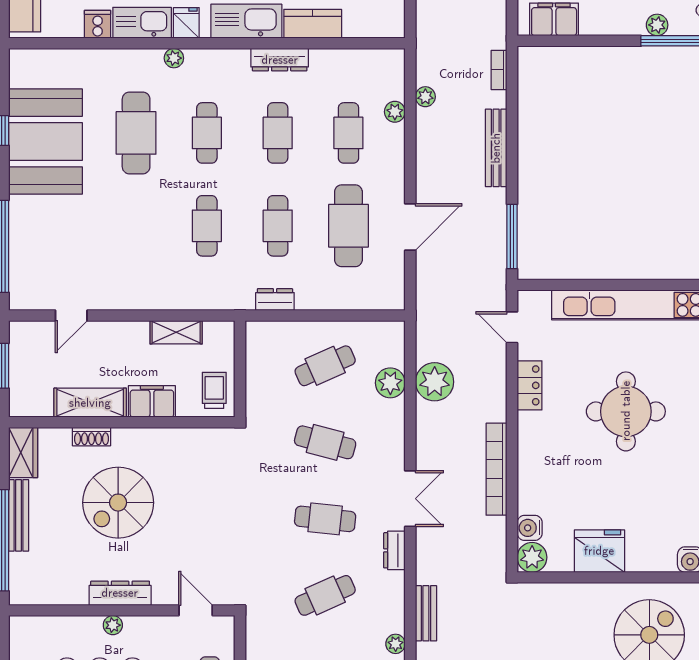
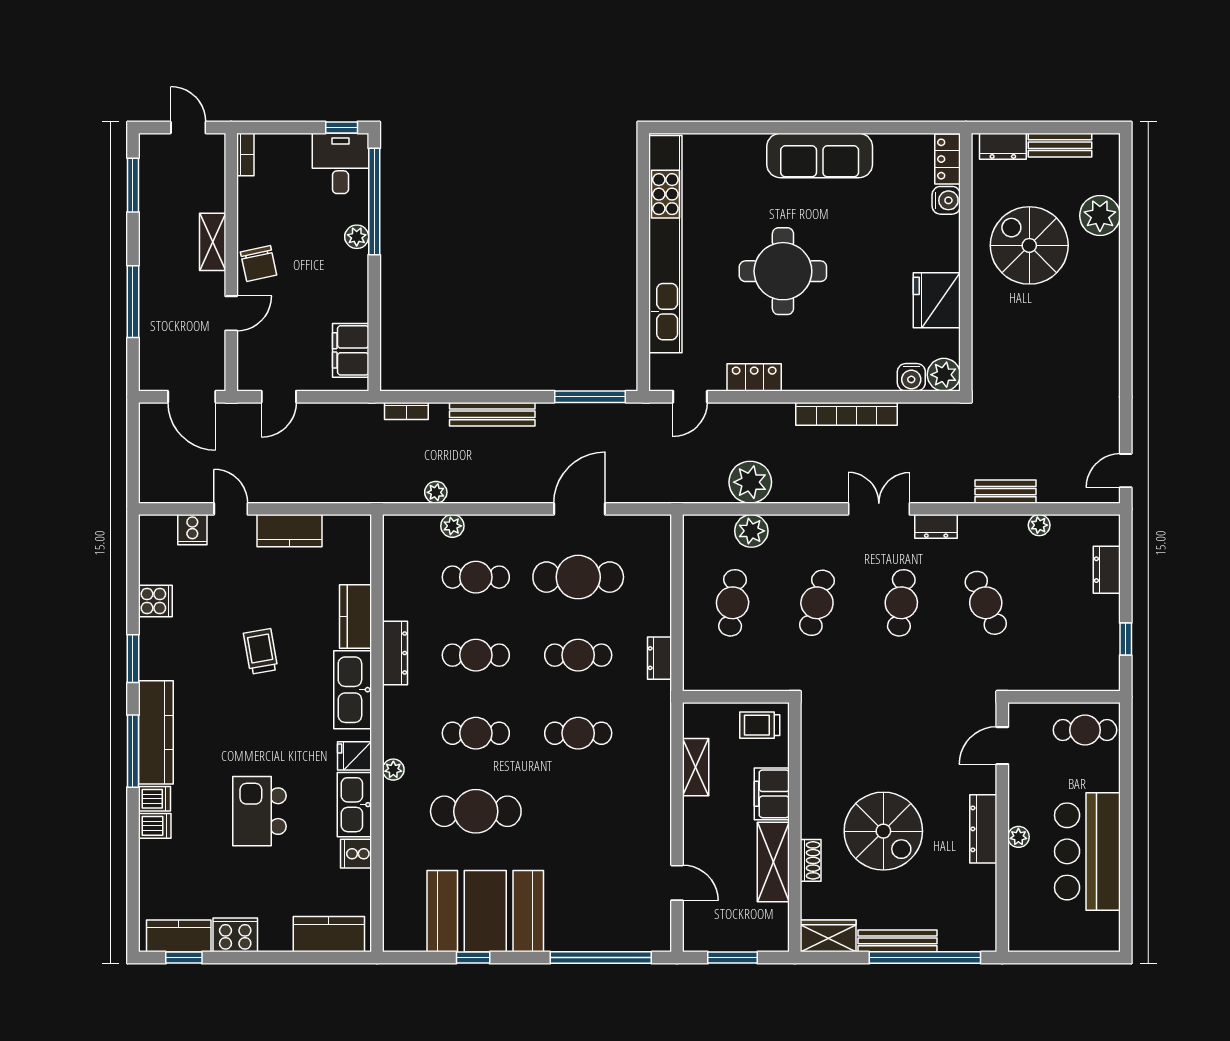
door: (410, 227) -> (580, 509), hinge flipped
cafe table: (325, 366) -> (733, 603), turned 30

